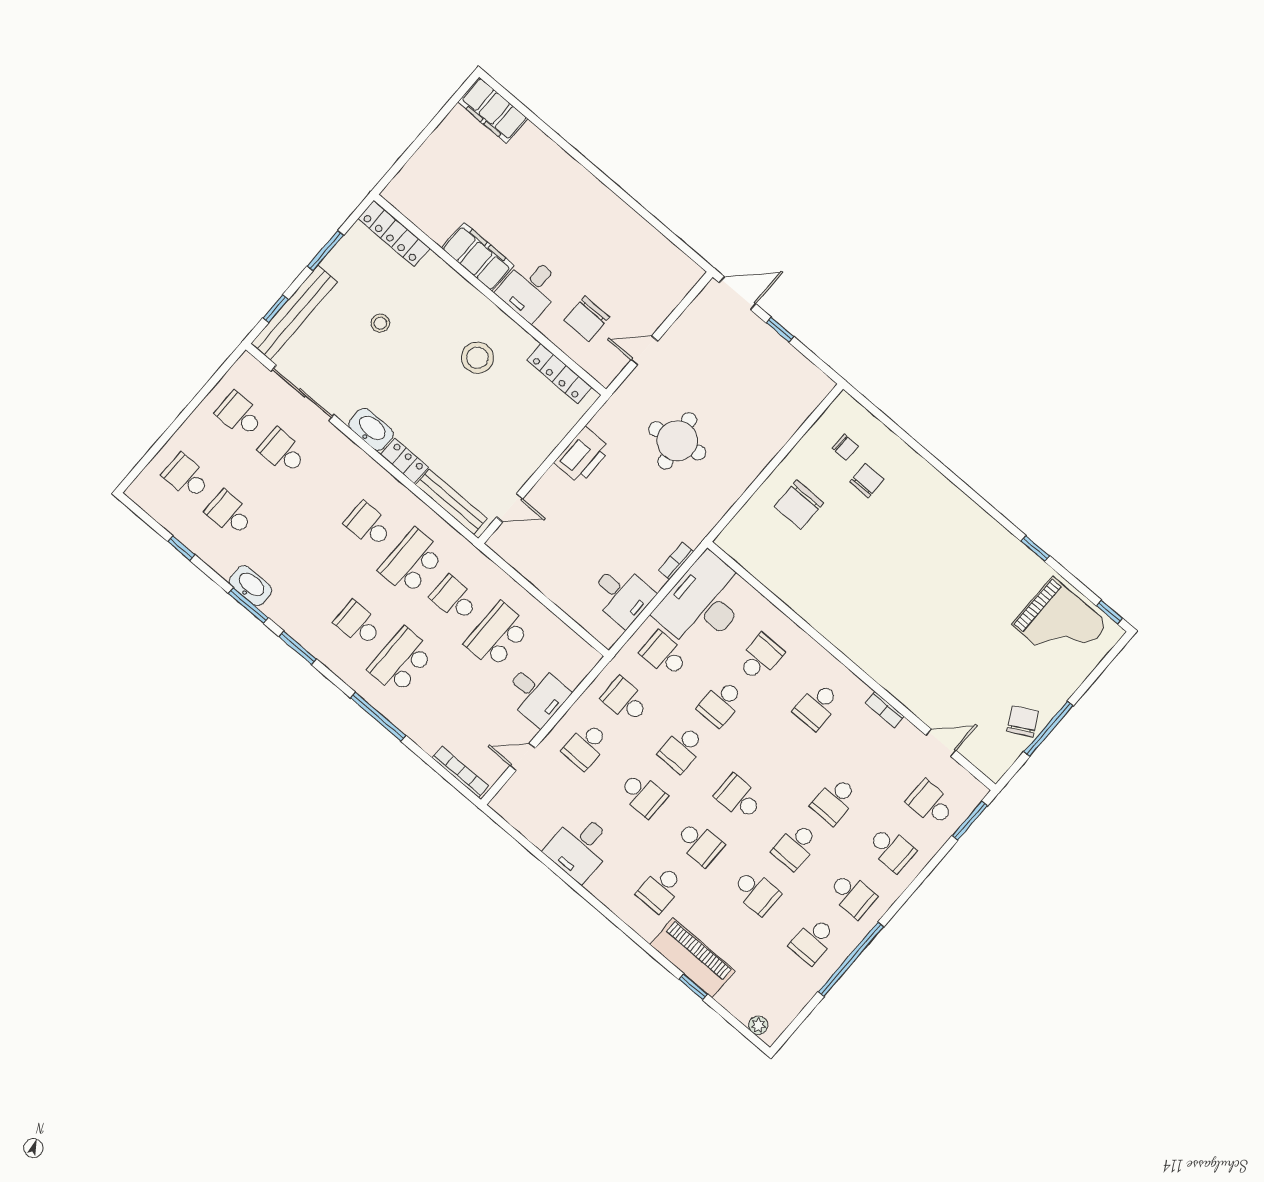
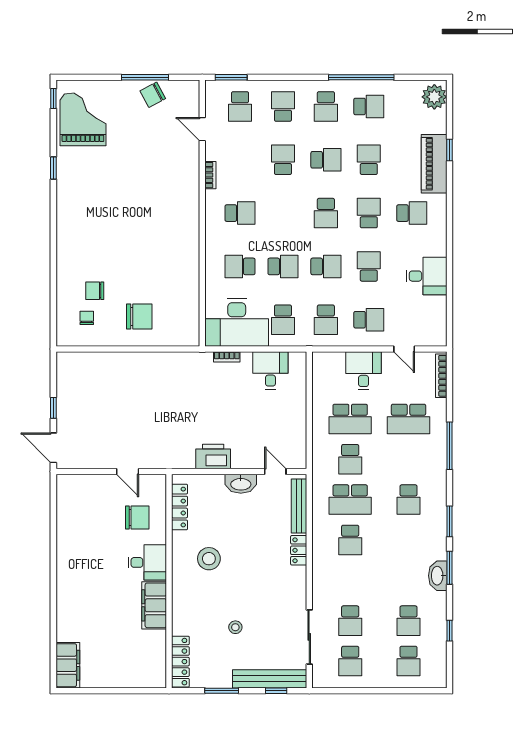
washbasin: (371, 429) -> (241, 484), moved, turned -90
round table: (677, 441) -> (161, 412), removed
school desk: (401, 661) -> (409, 419), moved
school desk: (835, 801) -> (283, 160), turned -90
school desk: (852, 895) -> (326, 106), turned 180
plant: (758, 1025) -> (434, 97), width x1.88, depth x1.88

